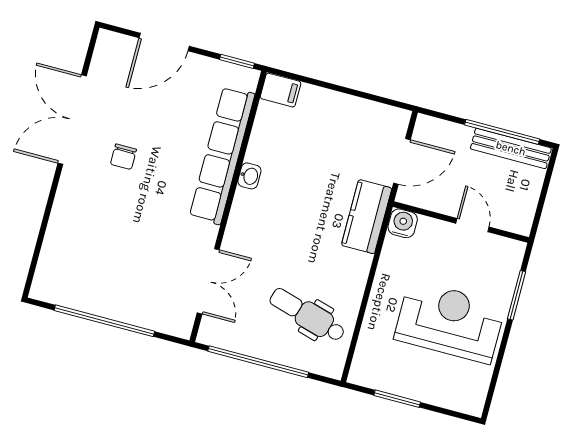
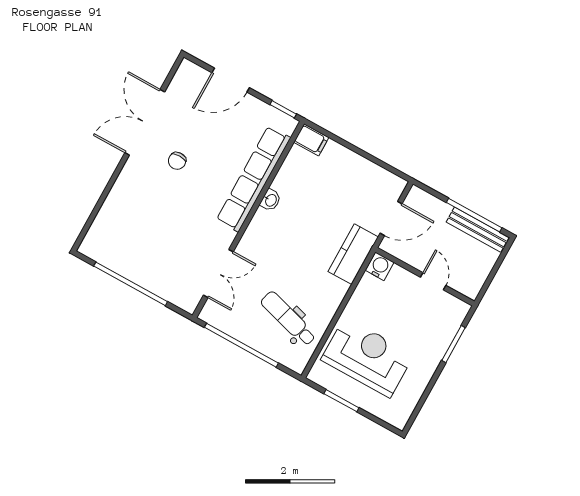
reception desk: (450, 322) -> (367, 357), moved

